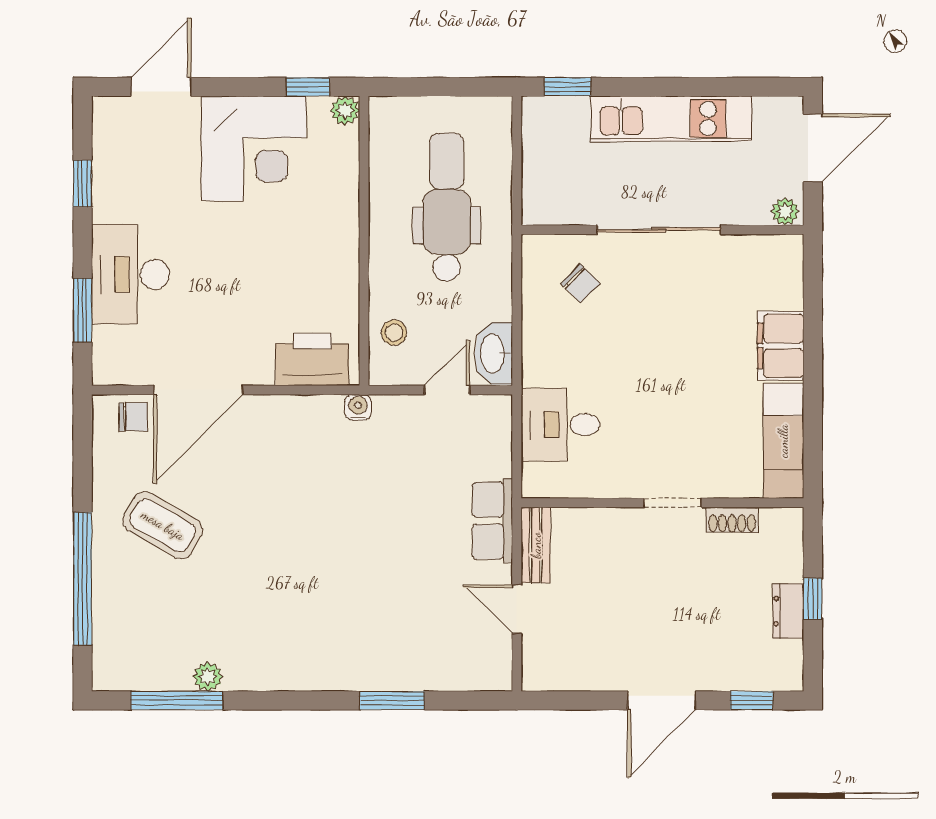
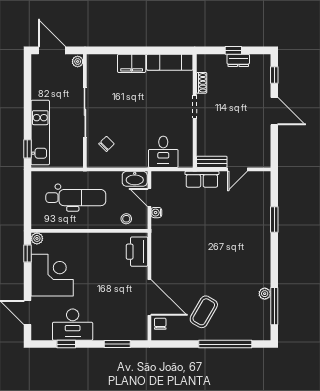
kitchen unit: (671, 119) -> (40, 133), moved
dental chair: (447, 207) -> (76, 198), turned 180
desk: (131, 274) -> (73, 325), moved
water cooler: (358, 407) -> (156, 213), moved

